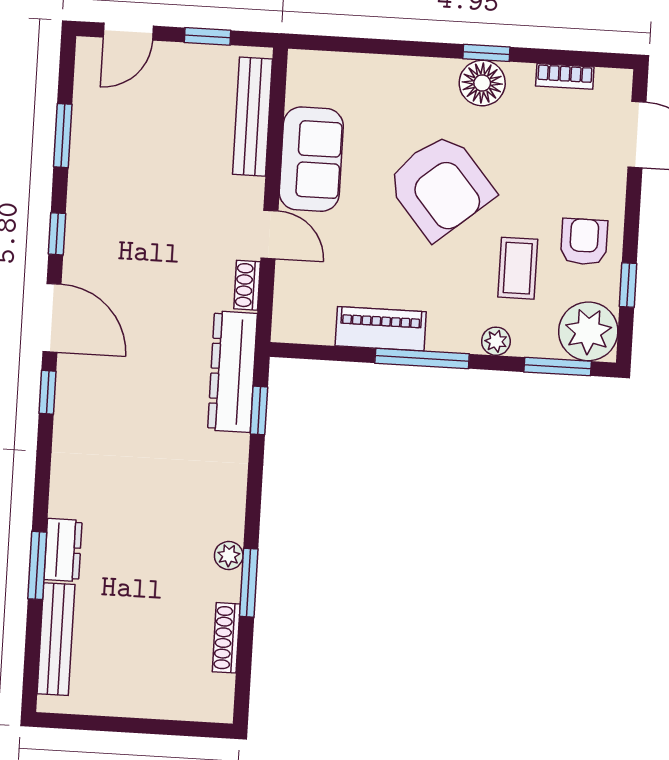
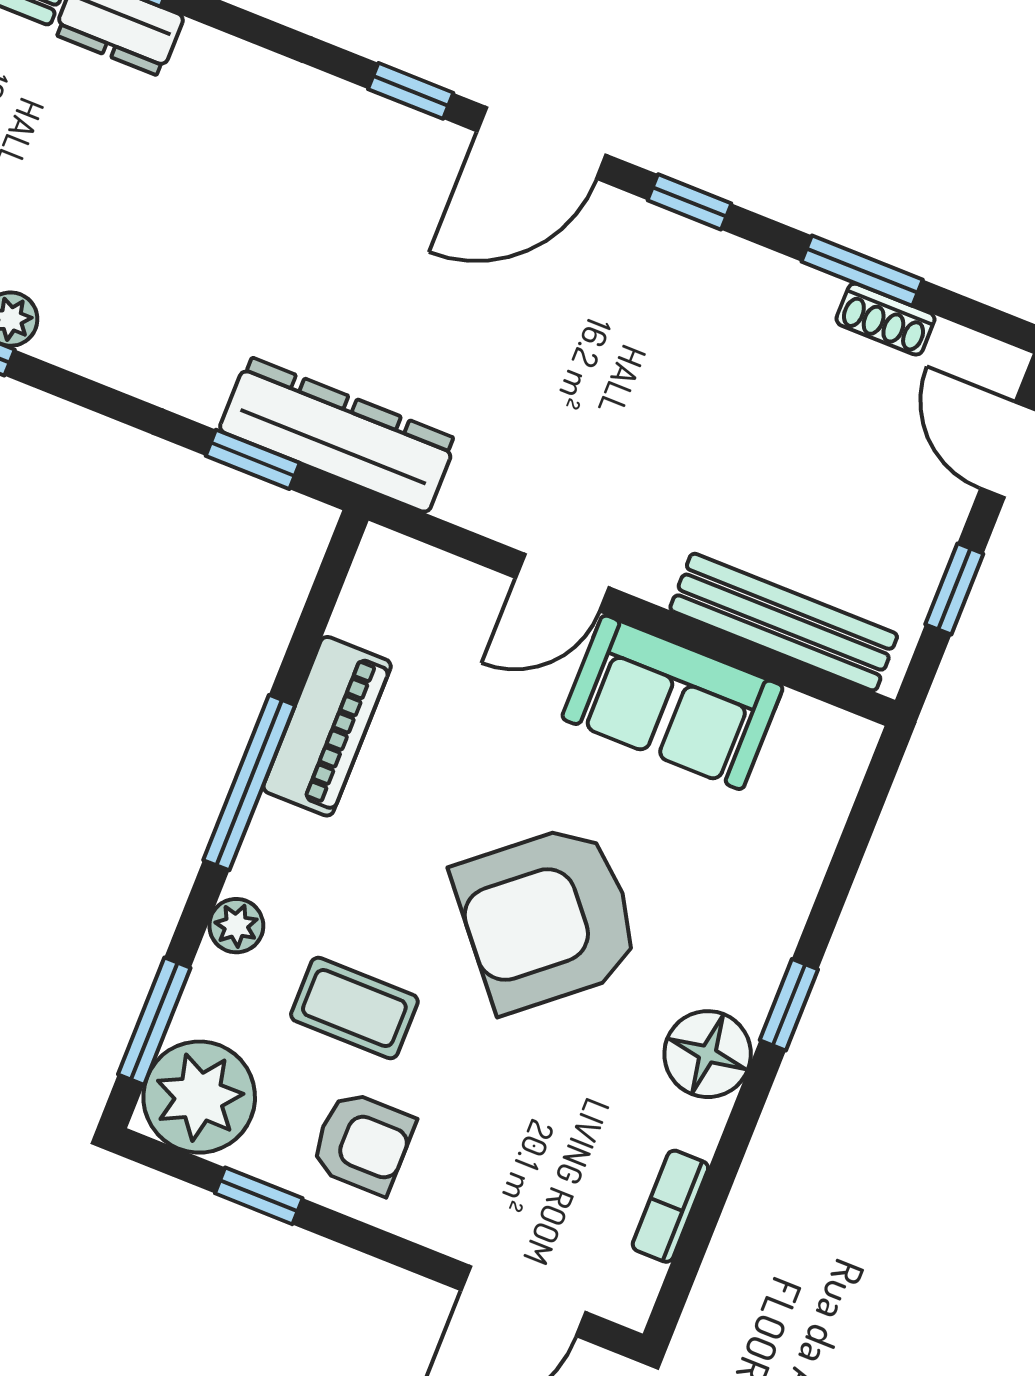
window: (486, 53) -> (789, 1005), moved
shoe rack: (247, 285) -> (885, 319), moved, turned 180

